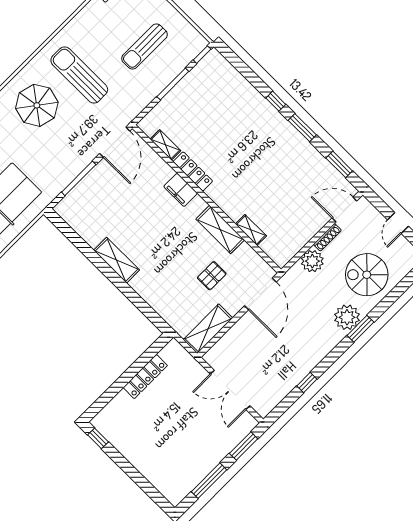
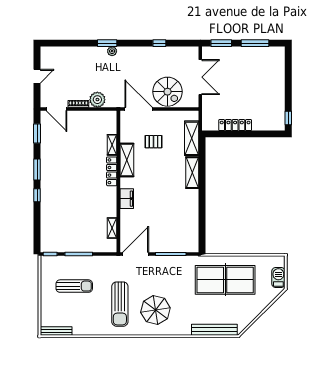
locker: (193, 171) -> (112, 171), moved
shelving: (117, 260) -> (192, 173), moved
spiral stairs: (367, 275) -> (168, 92), moved
door: (260, 294) -> (139, 109), hinge flipped
plant: (347, 317) -> (112, 51), width x0.53, depth x0.53
shelving: (208, 329) -> (192, 138), moved, turned 90

